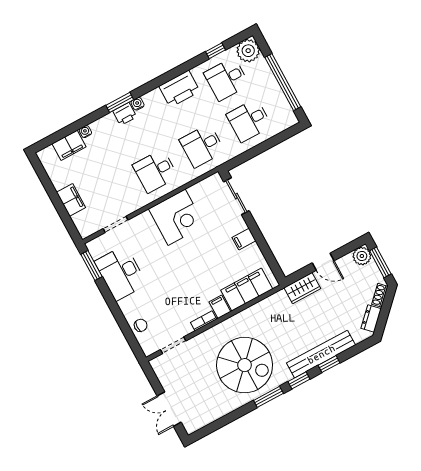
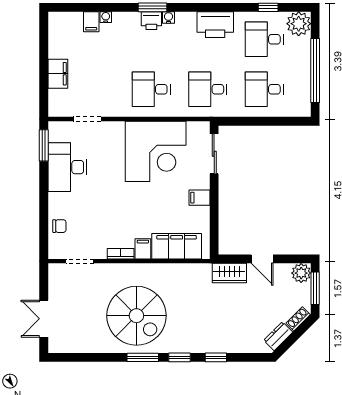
filing cabinet: (69, 145) -> (91, 22), width x0.50
corner desk: (177, 217) -> (156, 151), width x1.36, depth x1.36
bench: (321, 354) -> (213, 344), removed

